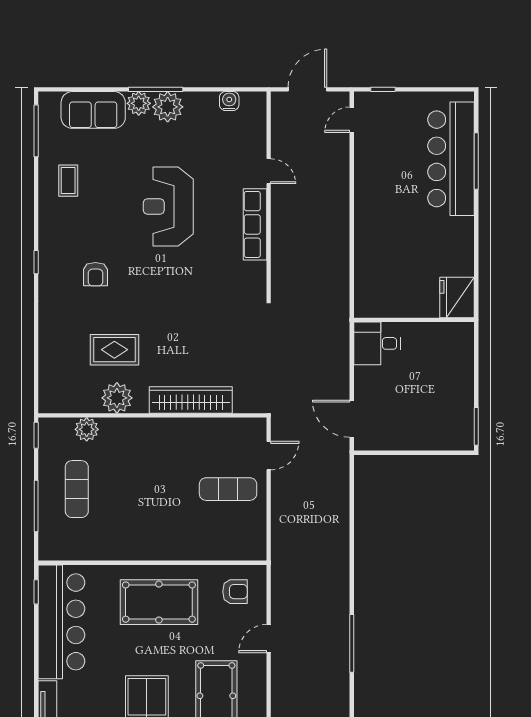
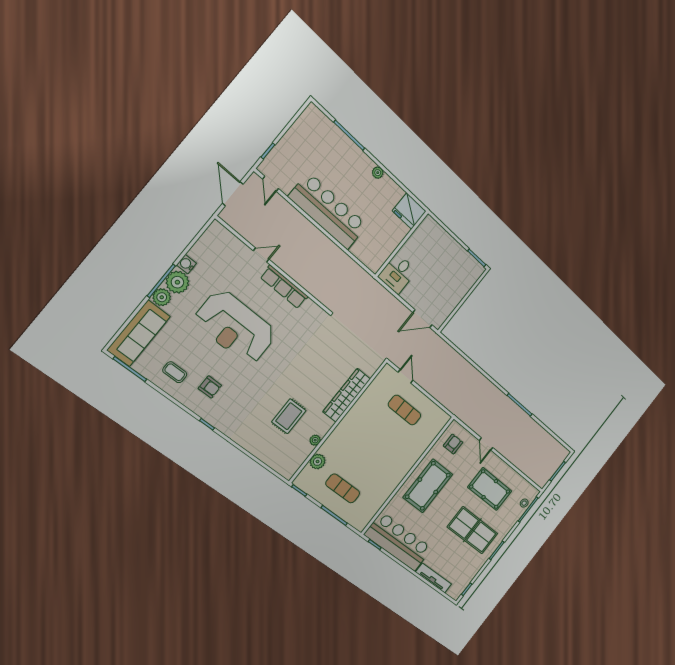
water cooler: (229, 101) -> (187, 264), moved
sofa: (93, 110) -> (139, 333), width x1.36
bar counter: (451, 159) -> (328, 211), moved, turned 180
reception desk: (168, 206) -> (235, 327), width x1.36, depth x1.30
plant: (466, 226) -> (378, 173), added
armchair: (95, 274) -> (210, 387), moved
plant: (117, 398) -> (315, 440), width x0.53, depth x0.53
exercise mat: (228, 489) -> (404, 410), turned 90

